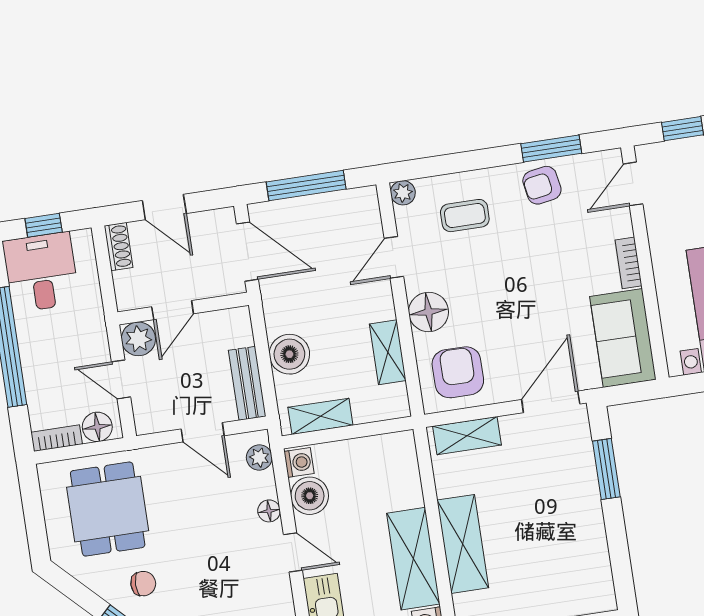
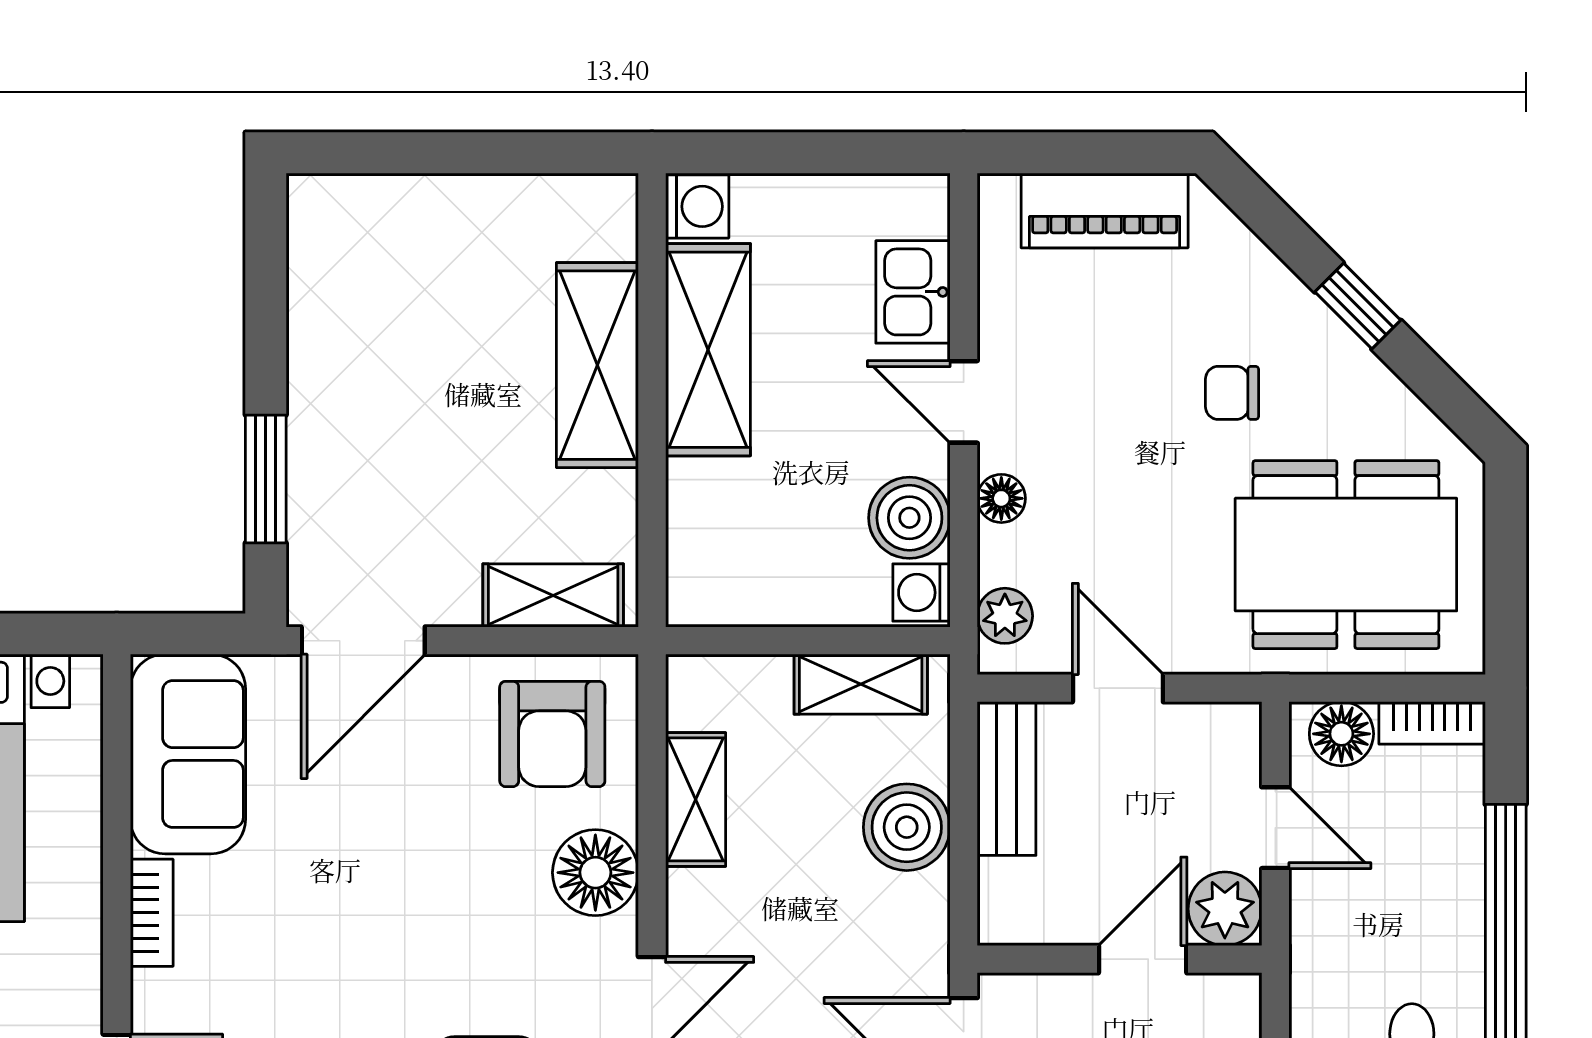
dining table: (108, 509) -> (1346, 555), width x1.38
chair: (143, 584) -> (1232, 393), moved

